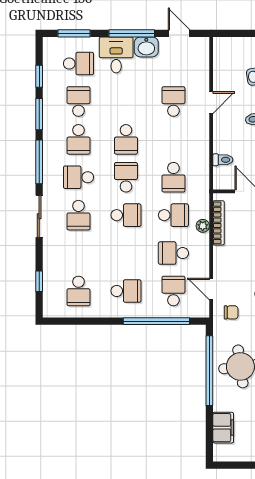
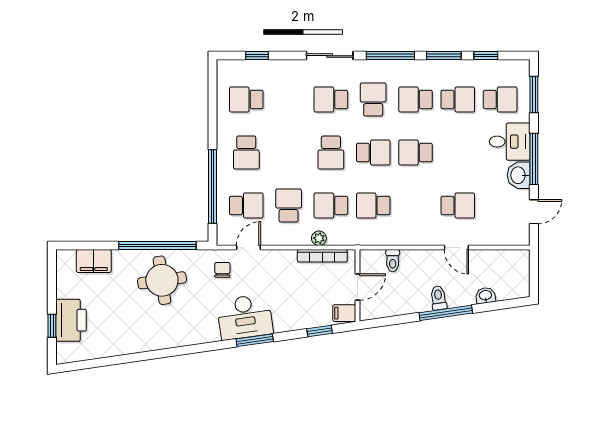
school desk: (78, 64) -> (500, 99), turned -90
school desk: (173, 215) -> (331, 206), turned 90
chair: (231, 312) -> (222, 270), turned 180

